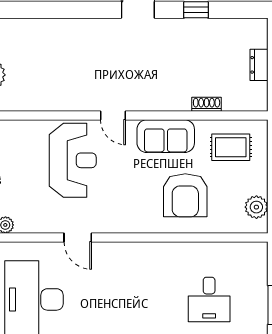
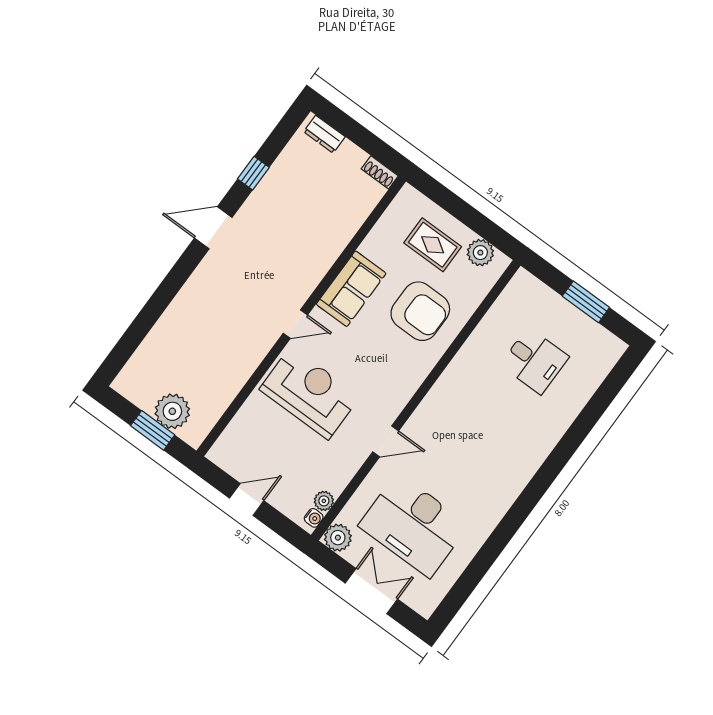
dresser: (259, 65) -> (324, 134), moved
shoe rack: (207, 104) -> (380, 172), moved, turned -90
rug: (231, 147) -> (433, 245), moved, turned 90

